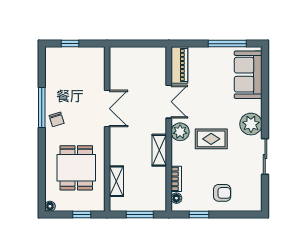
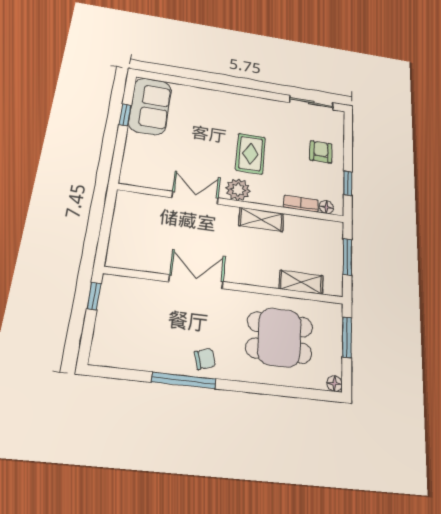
window: (70, 44) -> (94, 296), moved
window: (227, 44) -> (125, 115), width x0.46
piano: (179, 65) -> (146, 177), removed
sofa: (248, 75) -> (150, 106), moved, turned -90
plant: (251, 124) -> (235, 105), removed
sliding door: (265, 157) -> (312, 103), moved
window: (82, 214) -> (347, 337), width x1.50

